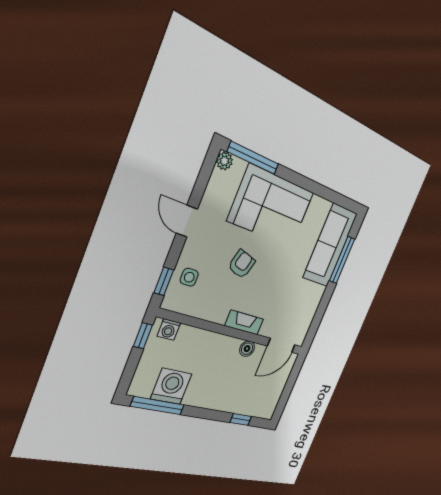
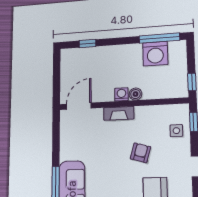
armchair: (242, 264) -> (140, 153), turned 180
washing machine: (169, 330) -> (121, 94), moved
boiler: (247, 349) -> (135, 94), moved

